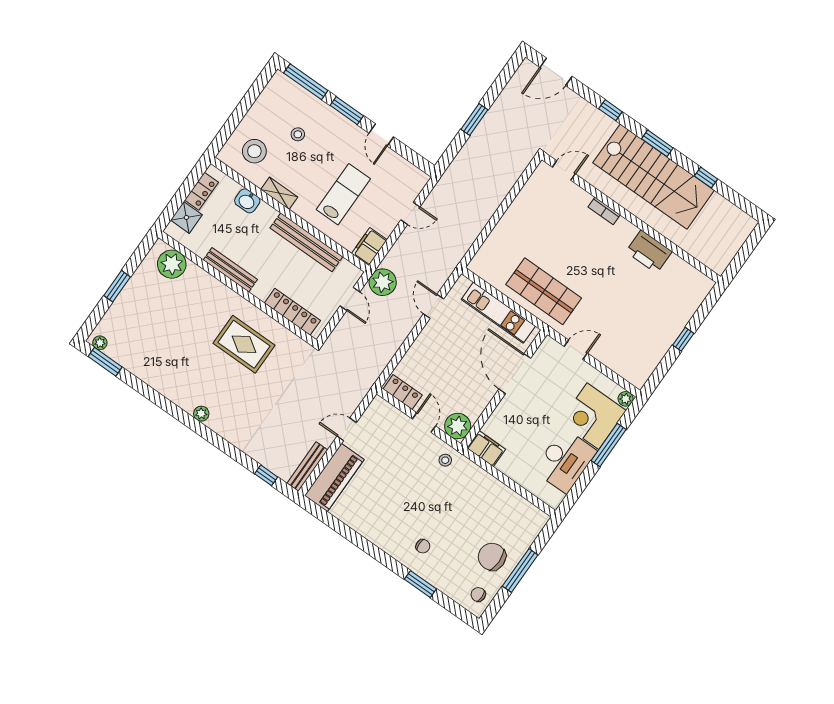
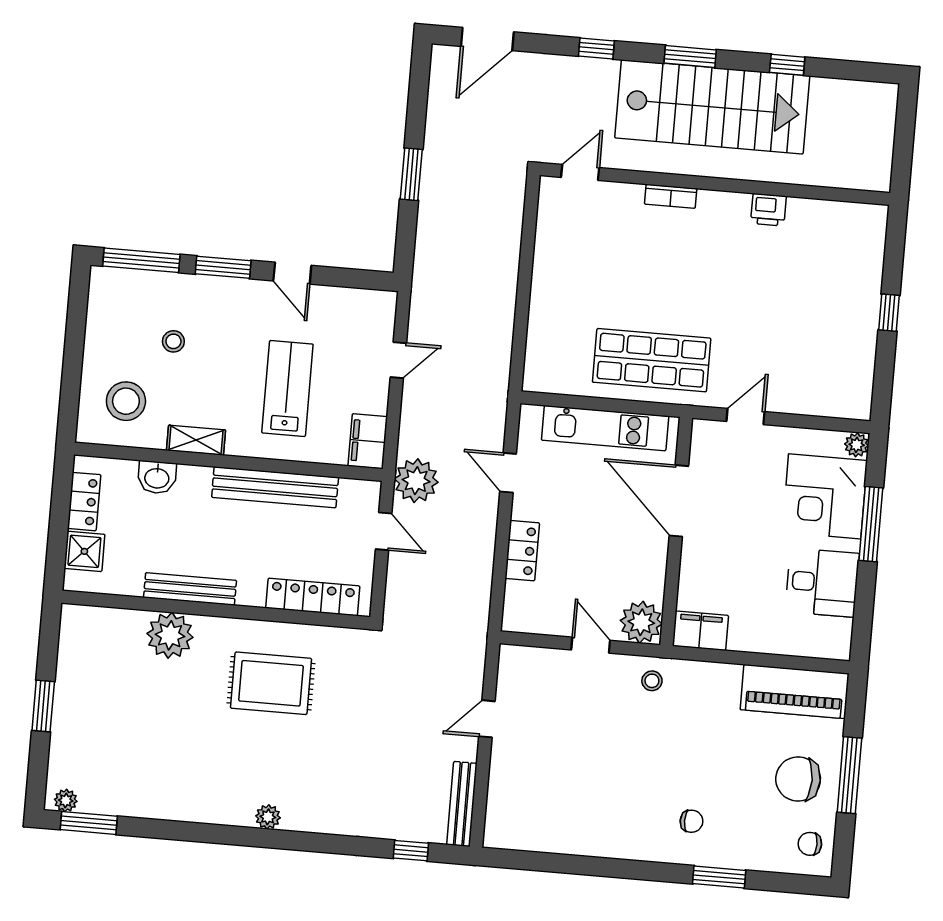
printer: (649, 252) -> (768, 210), width x0.53, depth x0.68
plant: (172, 264) -> (170, 635), moved
locker: (403, 392) -> (522, 551), moved, turned 90
desk: (565, 461) -> (822, 582), width x0.73
piano: (334, 477) -> (795, 692), moved, turned 90

